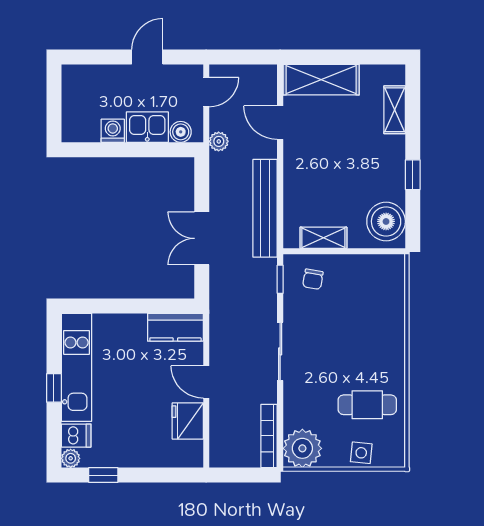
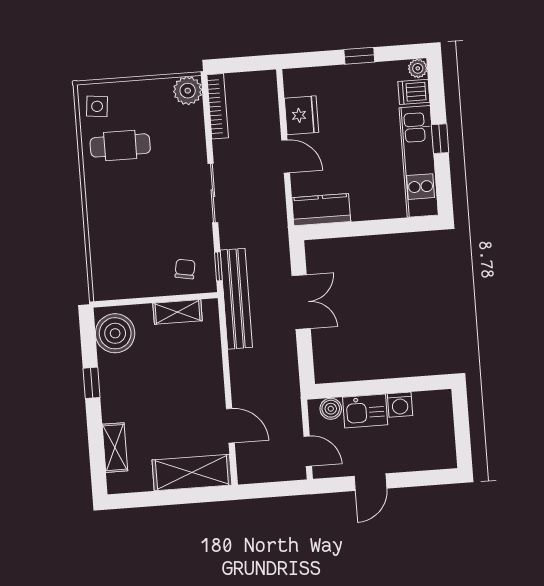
door: (206, 92) -> (308, 451), swing flipped
plant: (219, 141) -> (291, 402), removed
bench: (265, 208) -> (236, 299), moved
plant: (302, 448) -> (188, 91), width x0.73, depth x0.73
side table: (361, 453) -> (97, 106), moved
window: (103, 475) -> (359, 56), moved

